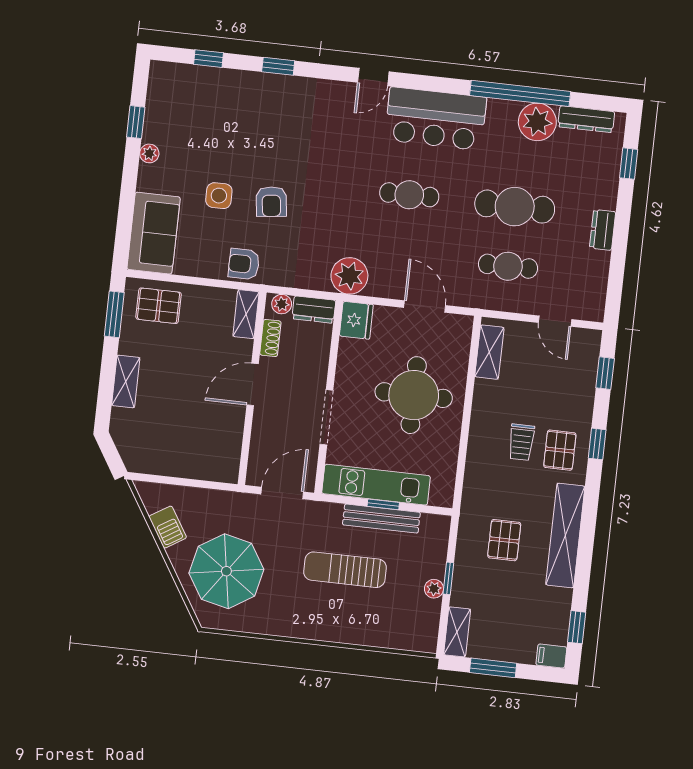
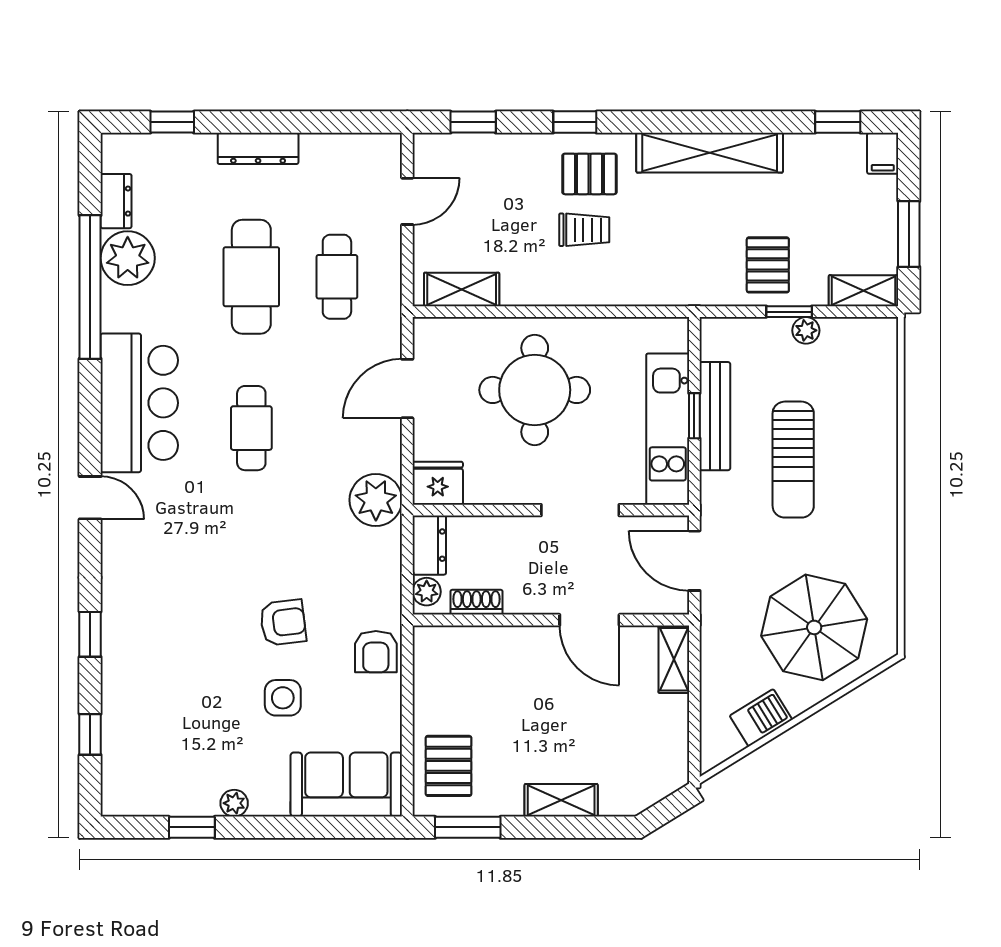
dresser: (586, 119) -> (116, 201), width x0.70
dresser: (603, 230) -> (258, 148), width x1.44
shelving: (246, 314) -> (674, 659), moved, turned 90
door: (253, 384) -> (589, 620), moved
pallet: (504, 540) -> (768, 265), moved, turned 90

